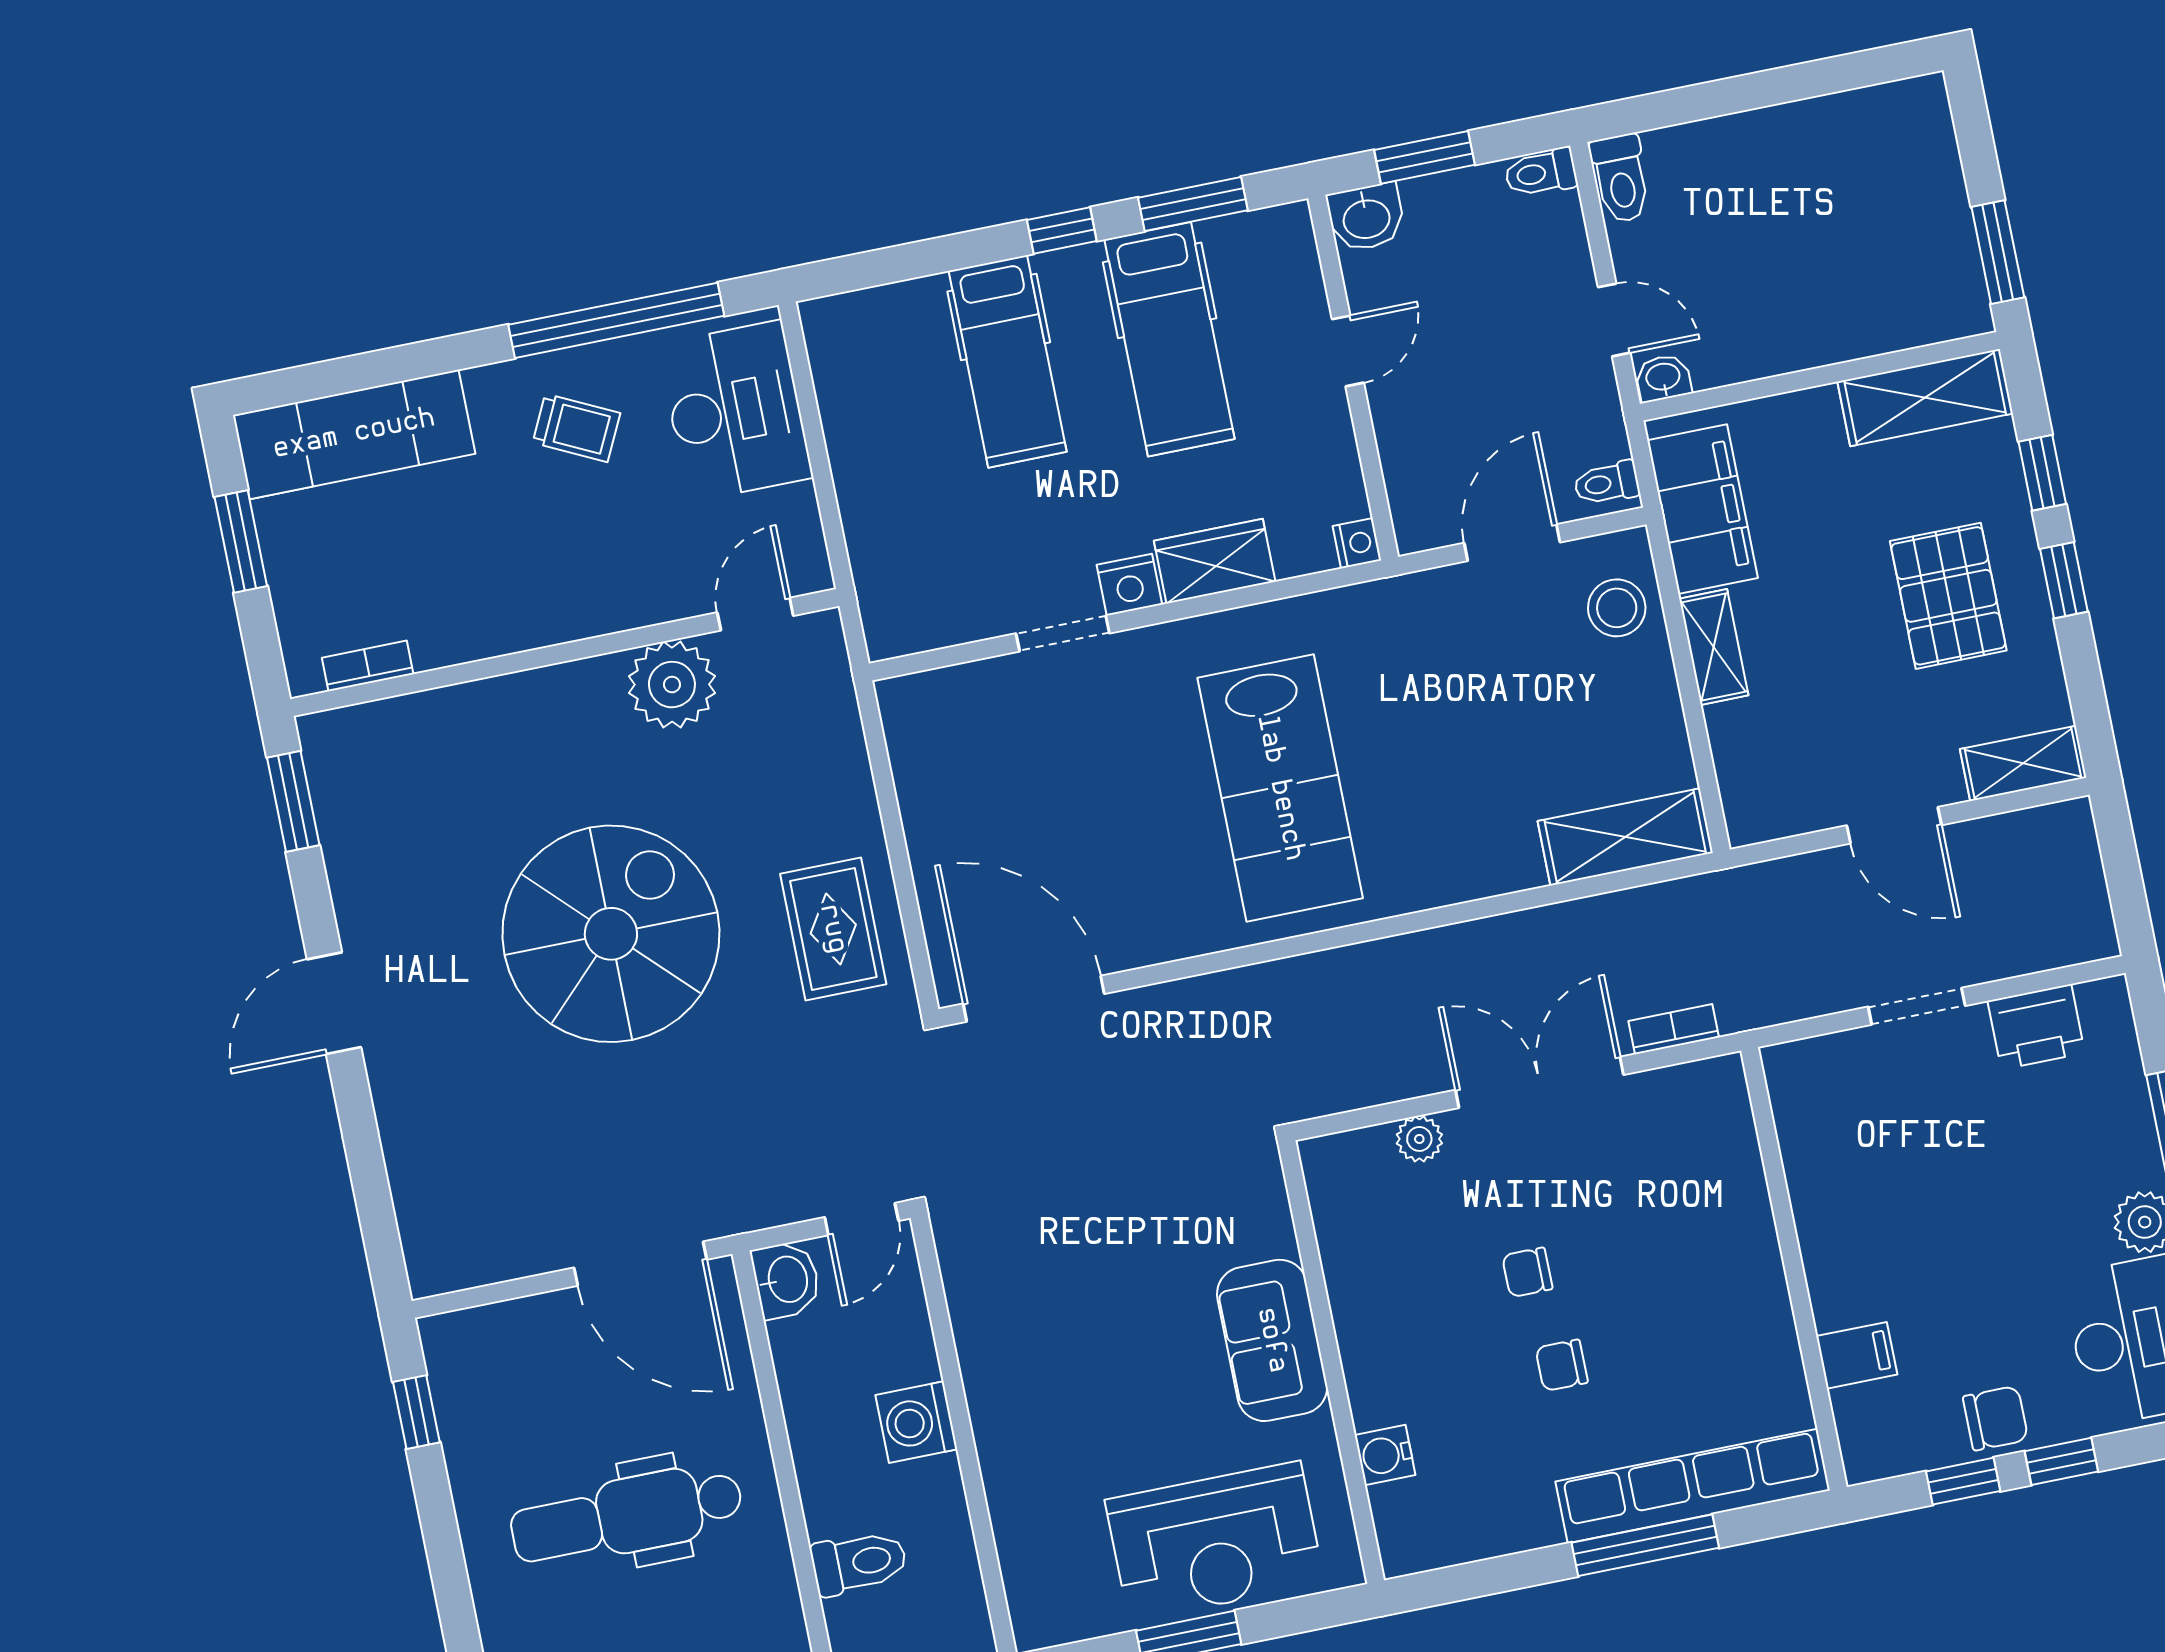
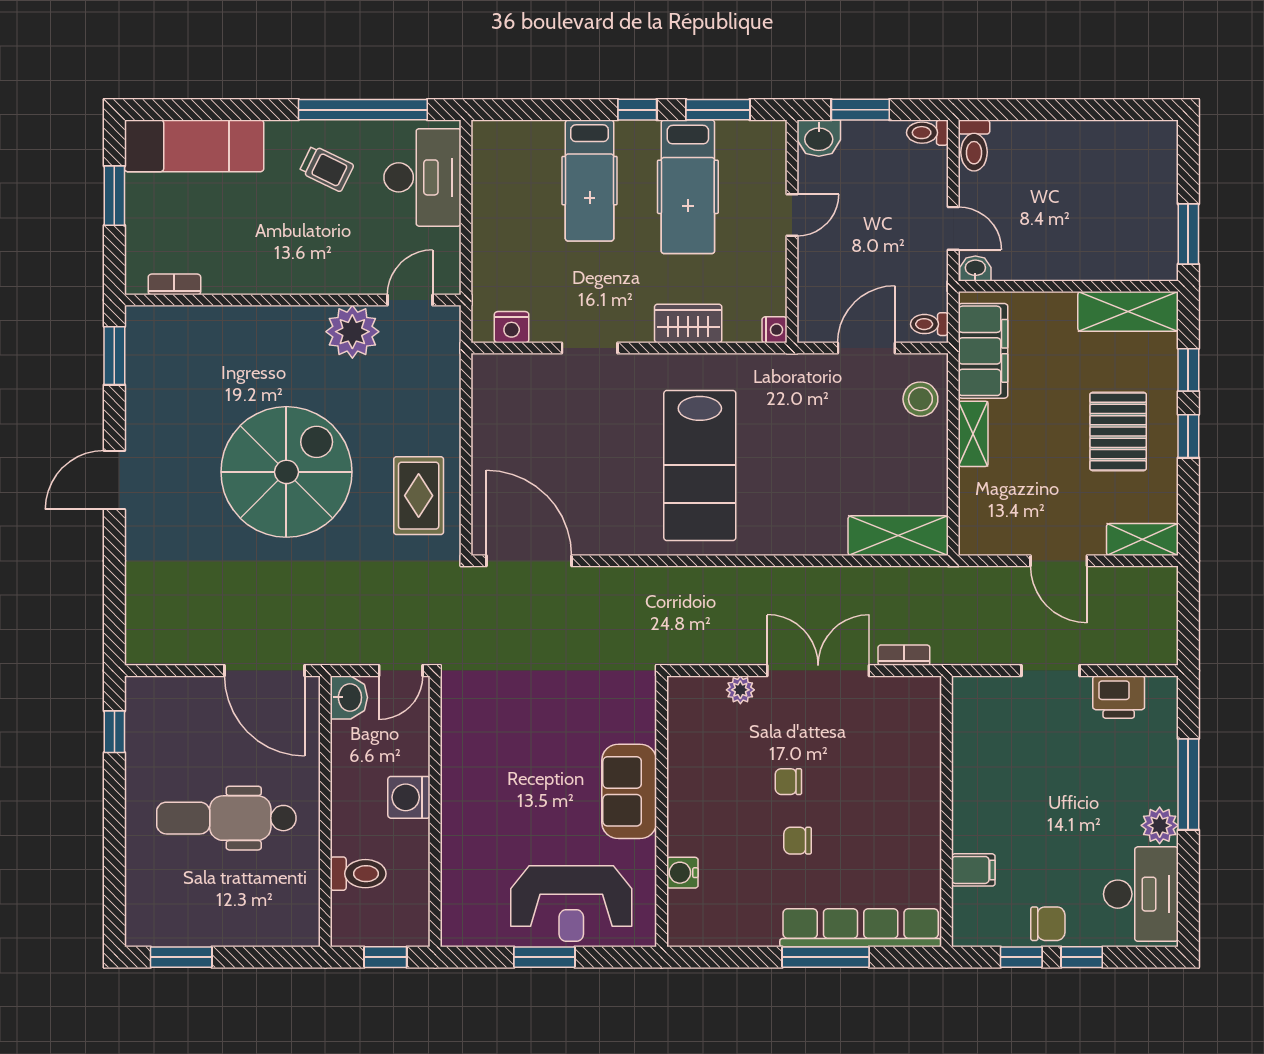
nightstand: (1129, 585) -> (512, 327), moved

